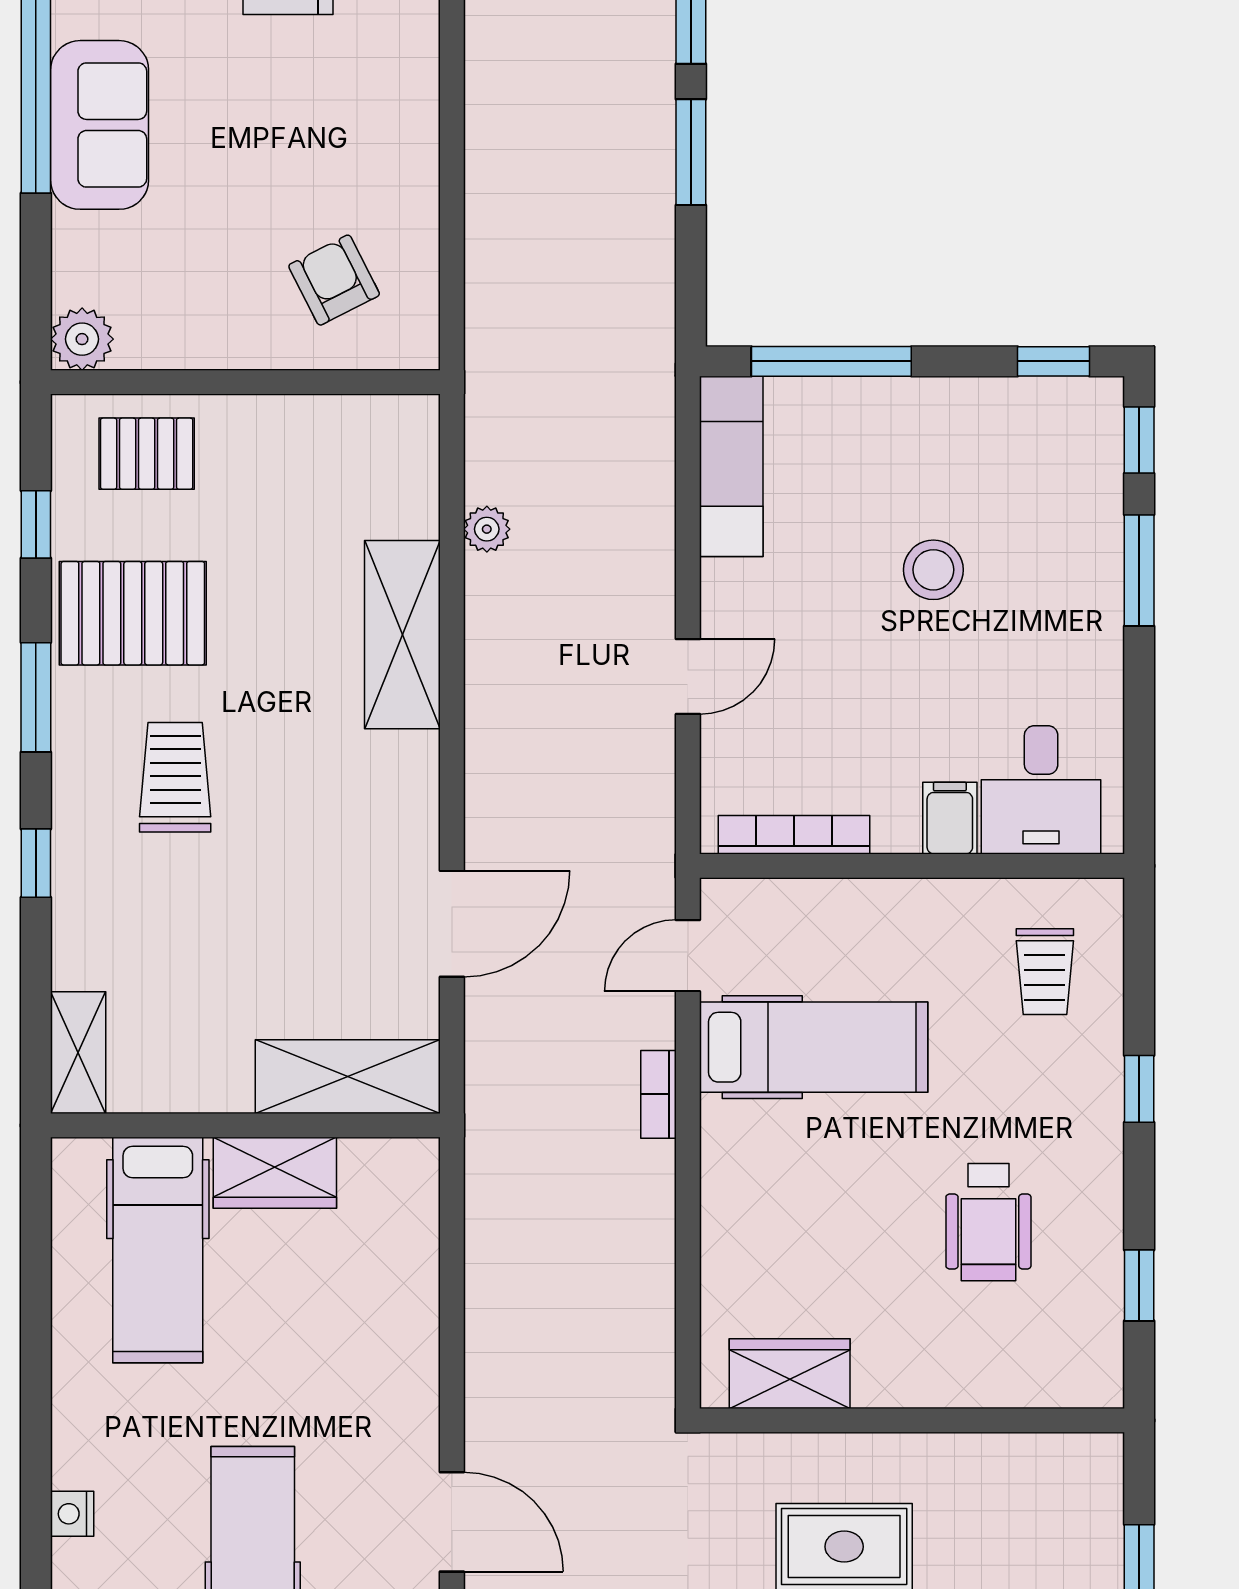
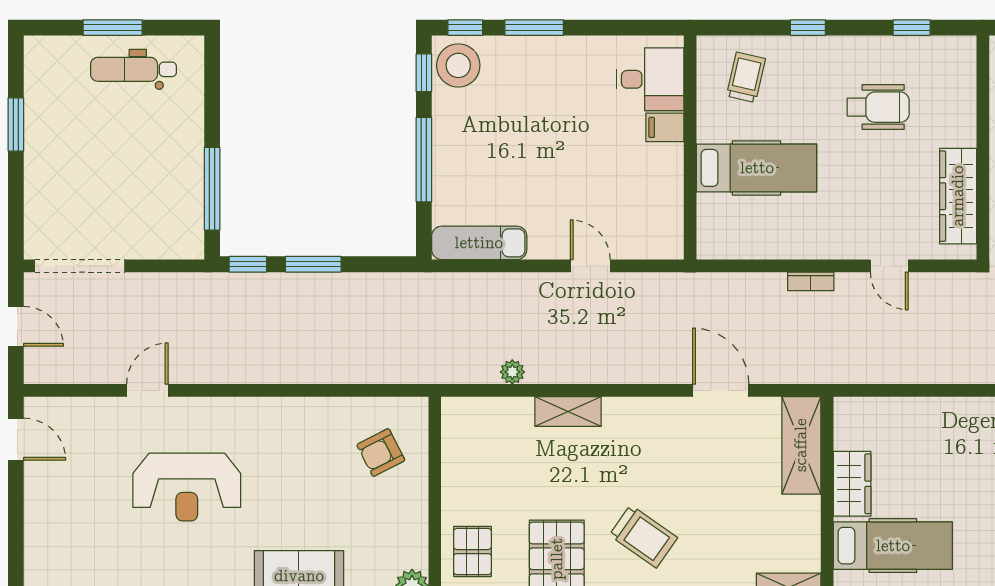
window: (831, 361) -> (424, 160), moved
stool: (933, 570) -> (458, 65), moved, width x1.38, depth x1.38
shelving: (402, 635) -> (568, 411), width x0.67, depth x0.75
trolley: (175, 777) -> (643, 536), turned -145
bookcase: (794, 835) -> (674, 210), removed
door: (688, 956) -> (889, 266), moved
trolley: (1045, 972) -> (746, 77), turned -77
hospital bed: (814, 1047) -> (757, 168), moved, turned 90
wardrobe: (790, 1374) -> (958, 196), width x1.50

